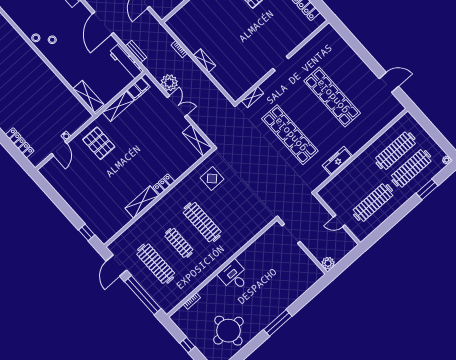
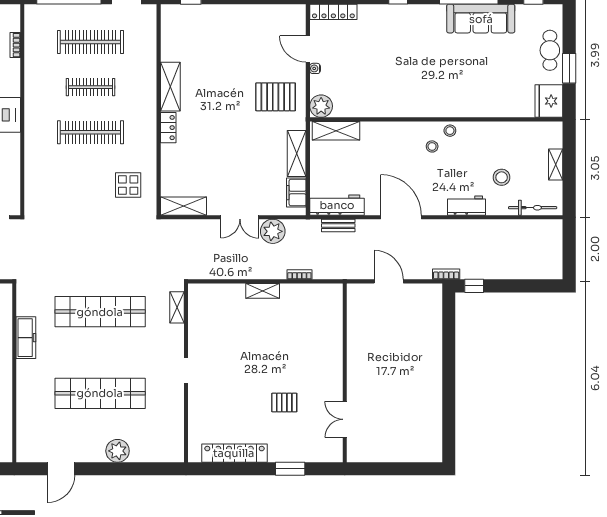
plant: (354, 62) -> (118, 451), added
plant: (83, 115) -> (321, 106), added
locker: (20, 143) -> (333, 12), moved

